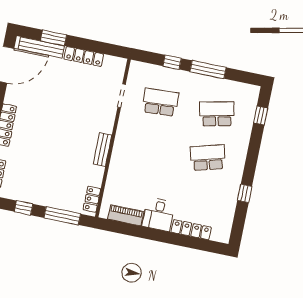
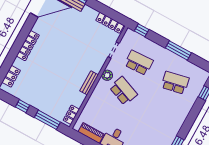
locker: (84, 56) -> (110, 23), moved
window: (172, 62) -> (142, 30), moved
plant: (123, 132) -> (107, 75), added
school desk: (208, 158) -> (123, 91), moved, turned 36

